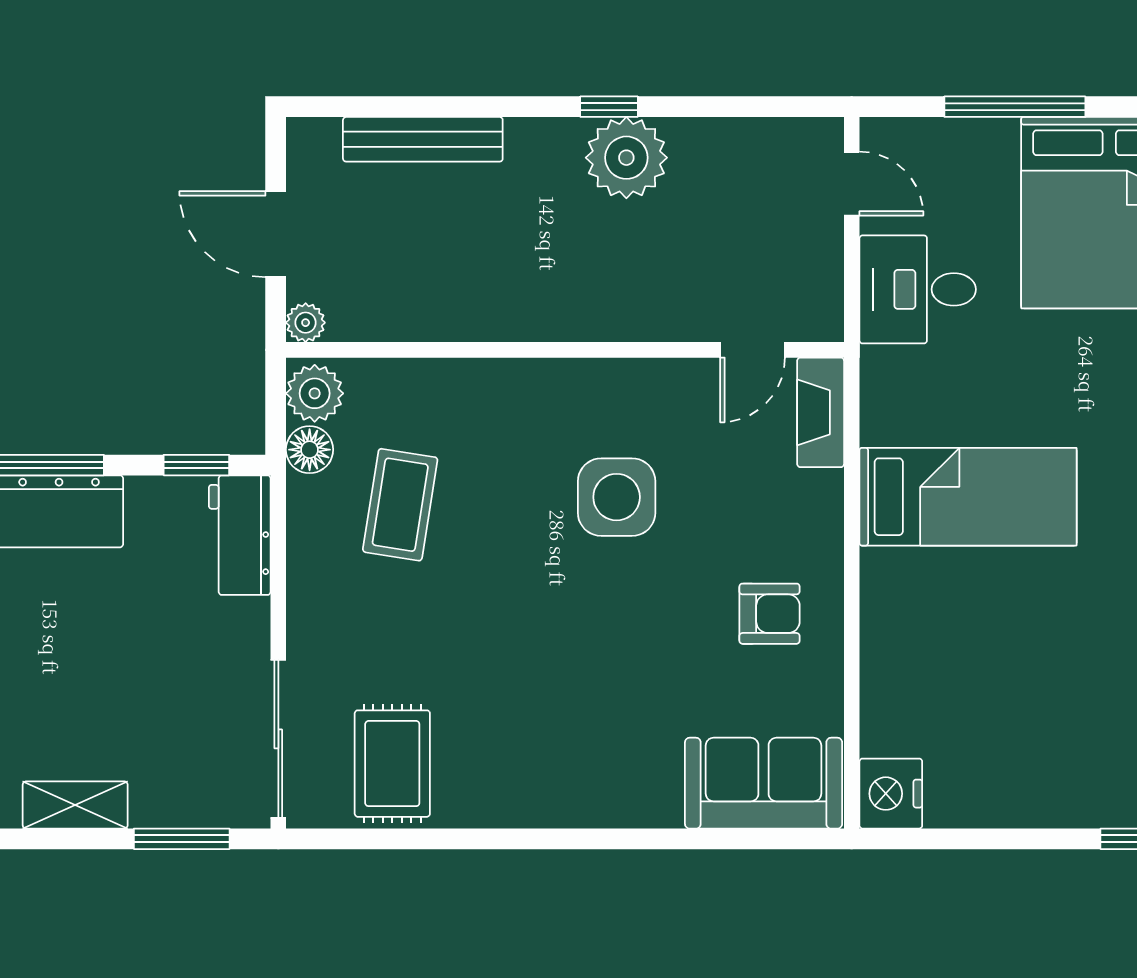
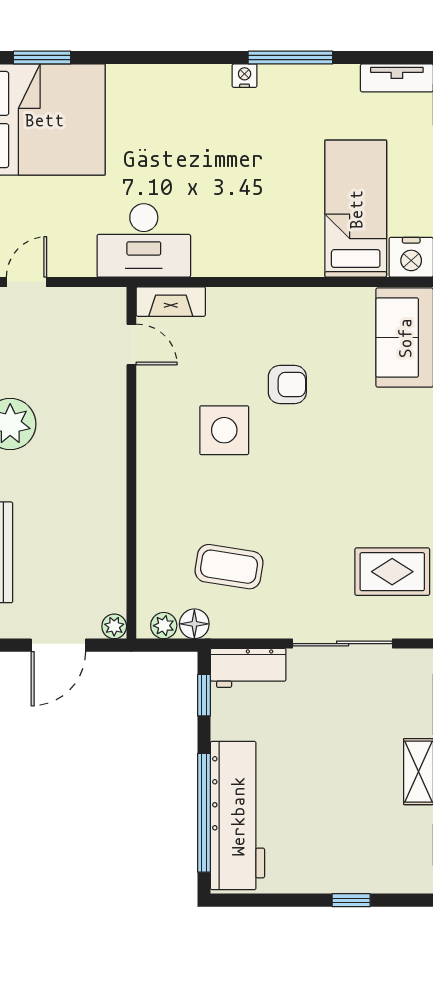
desk: (918, 289) -> (144, 240), moved, width x1.37
plant: (315, 393) -> (164, 626), width x0.73, depth x0.73
bed: (968, 497) -> (356, 209), moved
armchair: (769, 614) -> (287, 385), moved, turned 90
sliding door: (278, 739) -> (343, 644), moved

